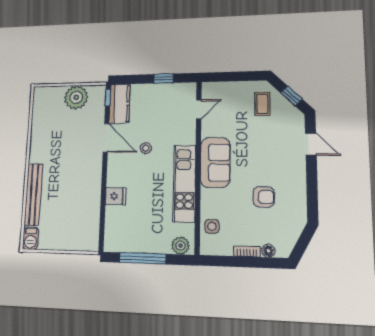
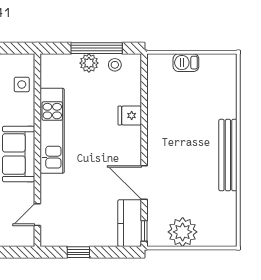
stool: (146, 148) -> (115, 65), moved
bench: (33, 194) -> (228, 155), moved
barbecue: (31, 238) -> (186, 63), moved, turned -90
plant: (180, 246) -> (89, 63), moved

